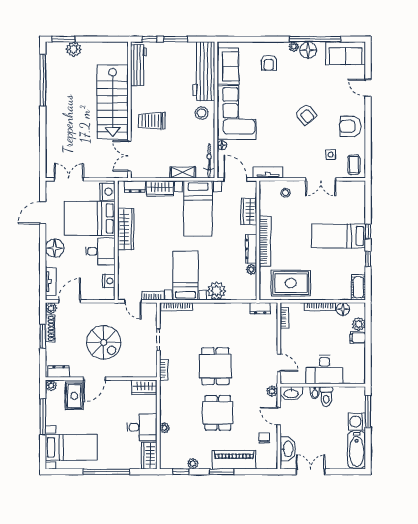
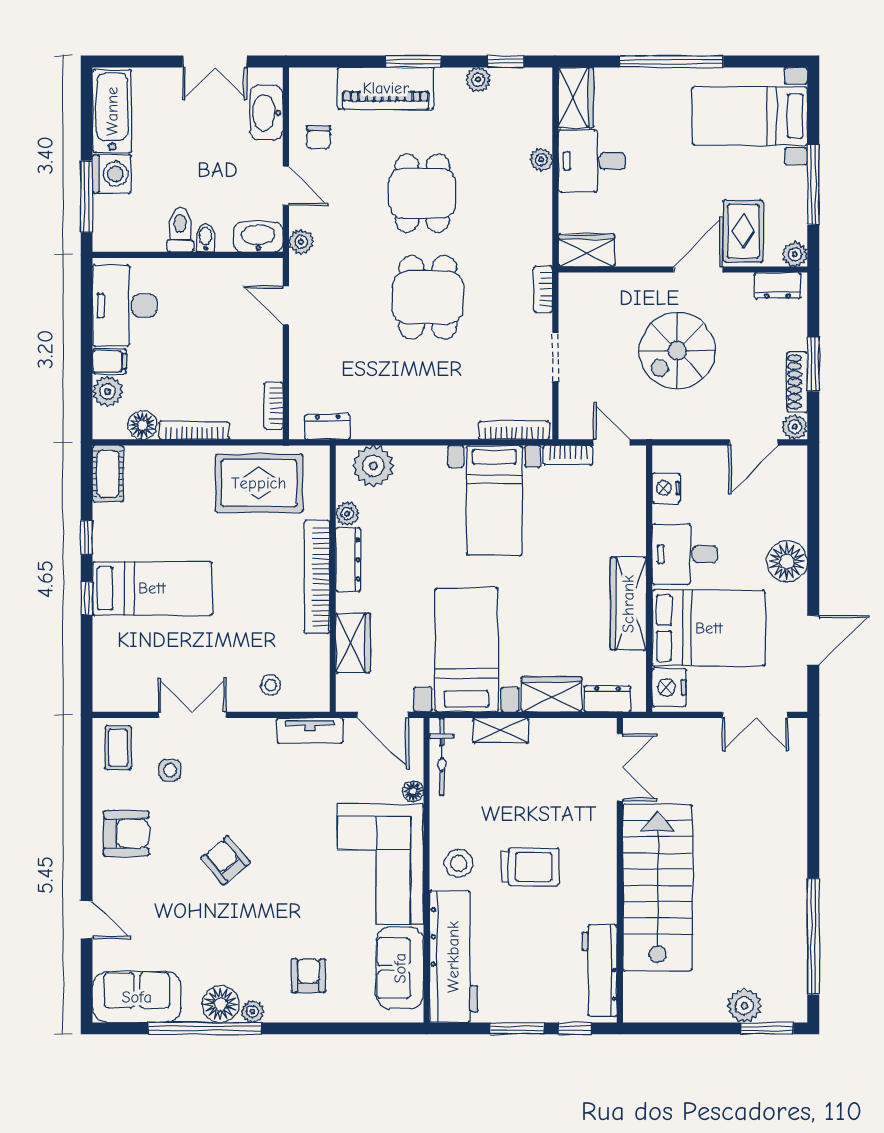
trolley: (152, 121) -> (530, 867), moved
tv unit: (51, 282) -> (795, 486), removed
plant: (217, 291) -> (373, 466), moved
spiral stairs: (104, 342) -> (677, 351), turned -90
desk: (324, 370) -> (124, 306), moved, turned -90

